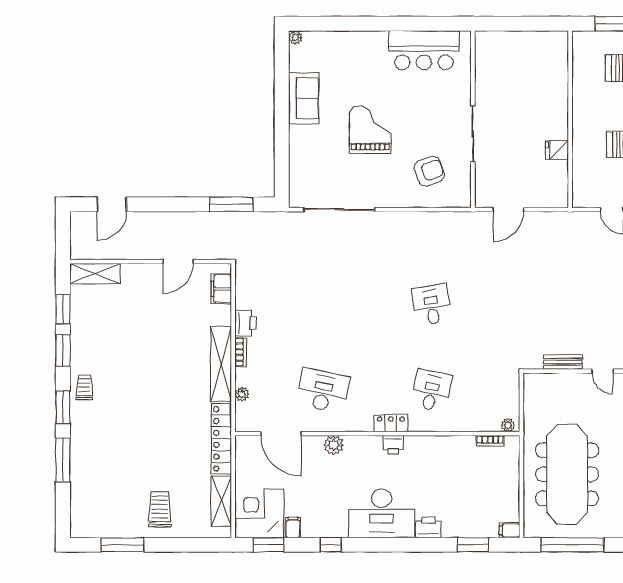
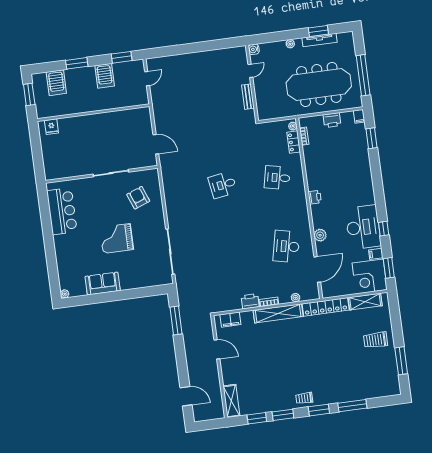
fridge: (557, 150) -> (51, 127), moved
locker: (391, 423) -> (294, 142), moved
desk: (382, 513) -> (363, 227), moved
printer: (428, 527) -> (332, 120), moved, turned -90

